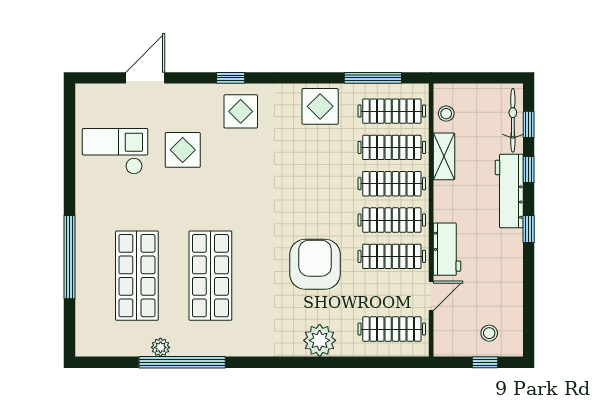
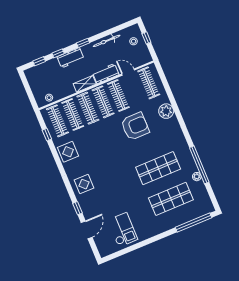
door: (145, 78) -> (87, 230), swing flipped
window: (231, 78) -> (78, 208), moved
window: (373, 78) -> (47, 135), width x0.46
bicycle: (513, 120) -> (107, 41), moved
display table: (183, 150) -> (110, 202), removed
checkout: (115, 151) -> (123, 230), turned 180
shelving: (444, 156) -> (85, 84), moved
workbench: (509, 191) -> (71, 58), width x0.73
window: (70, 257) -> (194, 223), moved
armchair: (315, 264) -> (135, 126), turned 180

